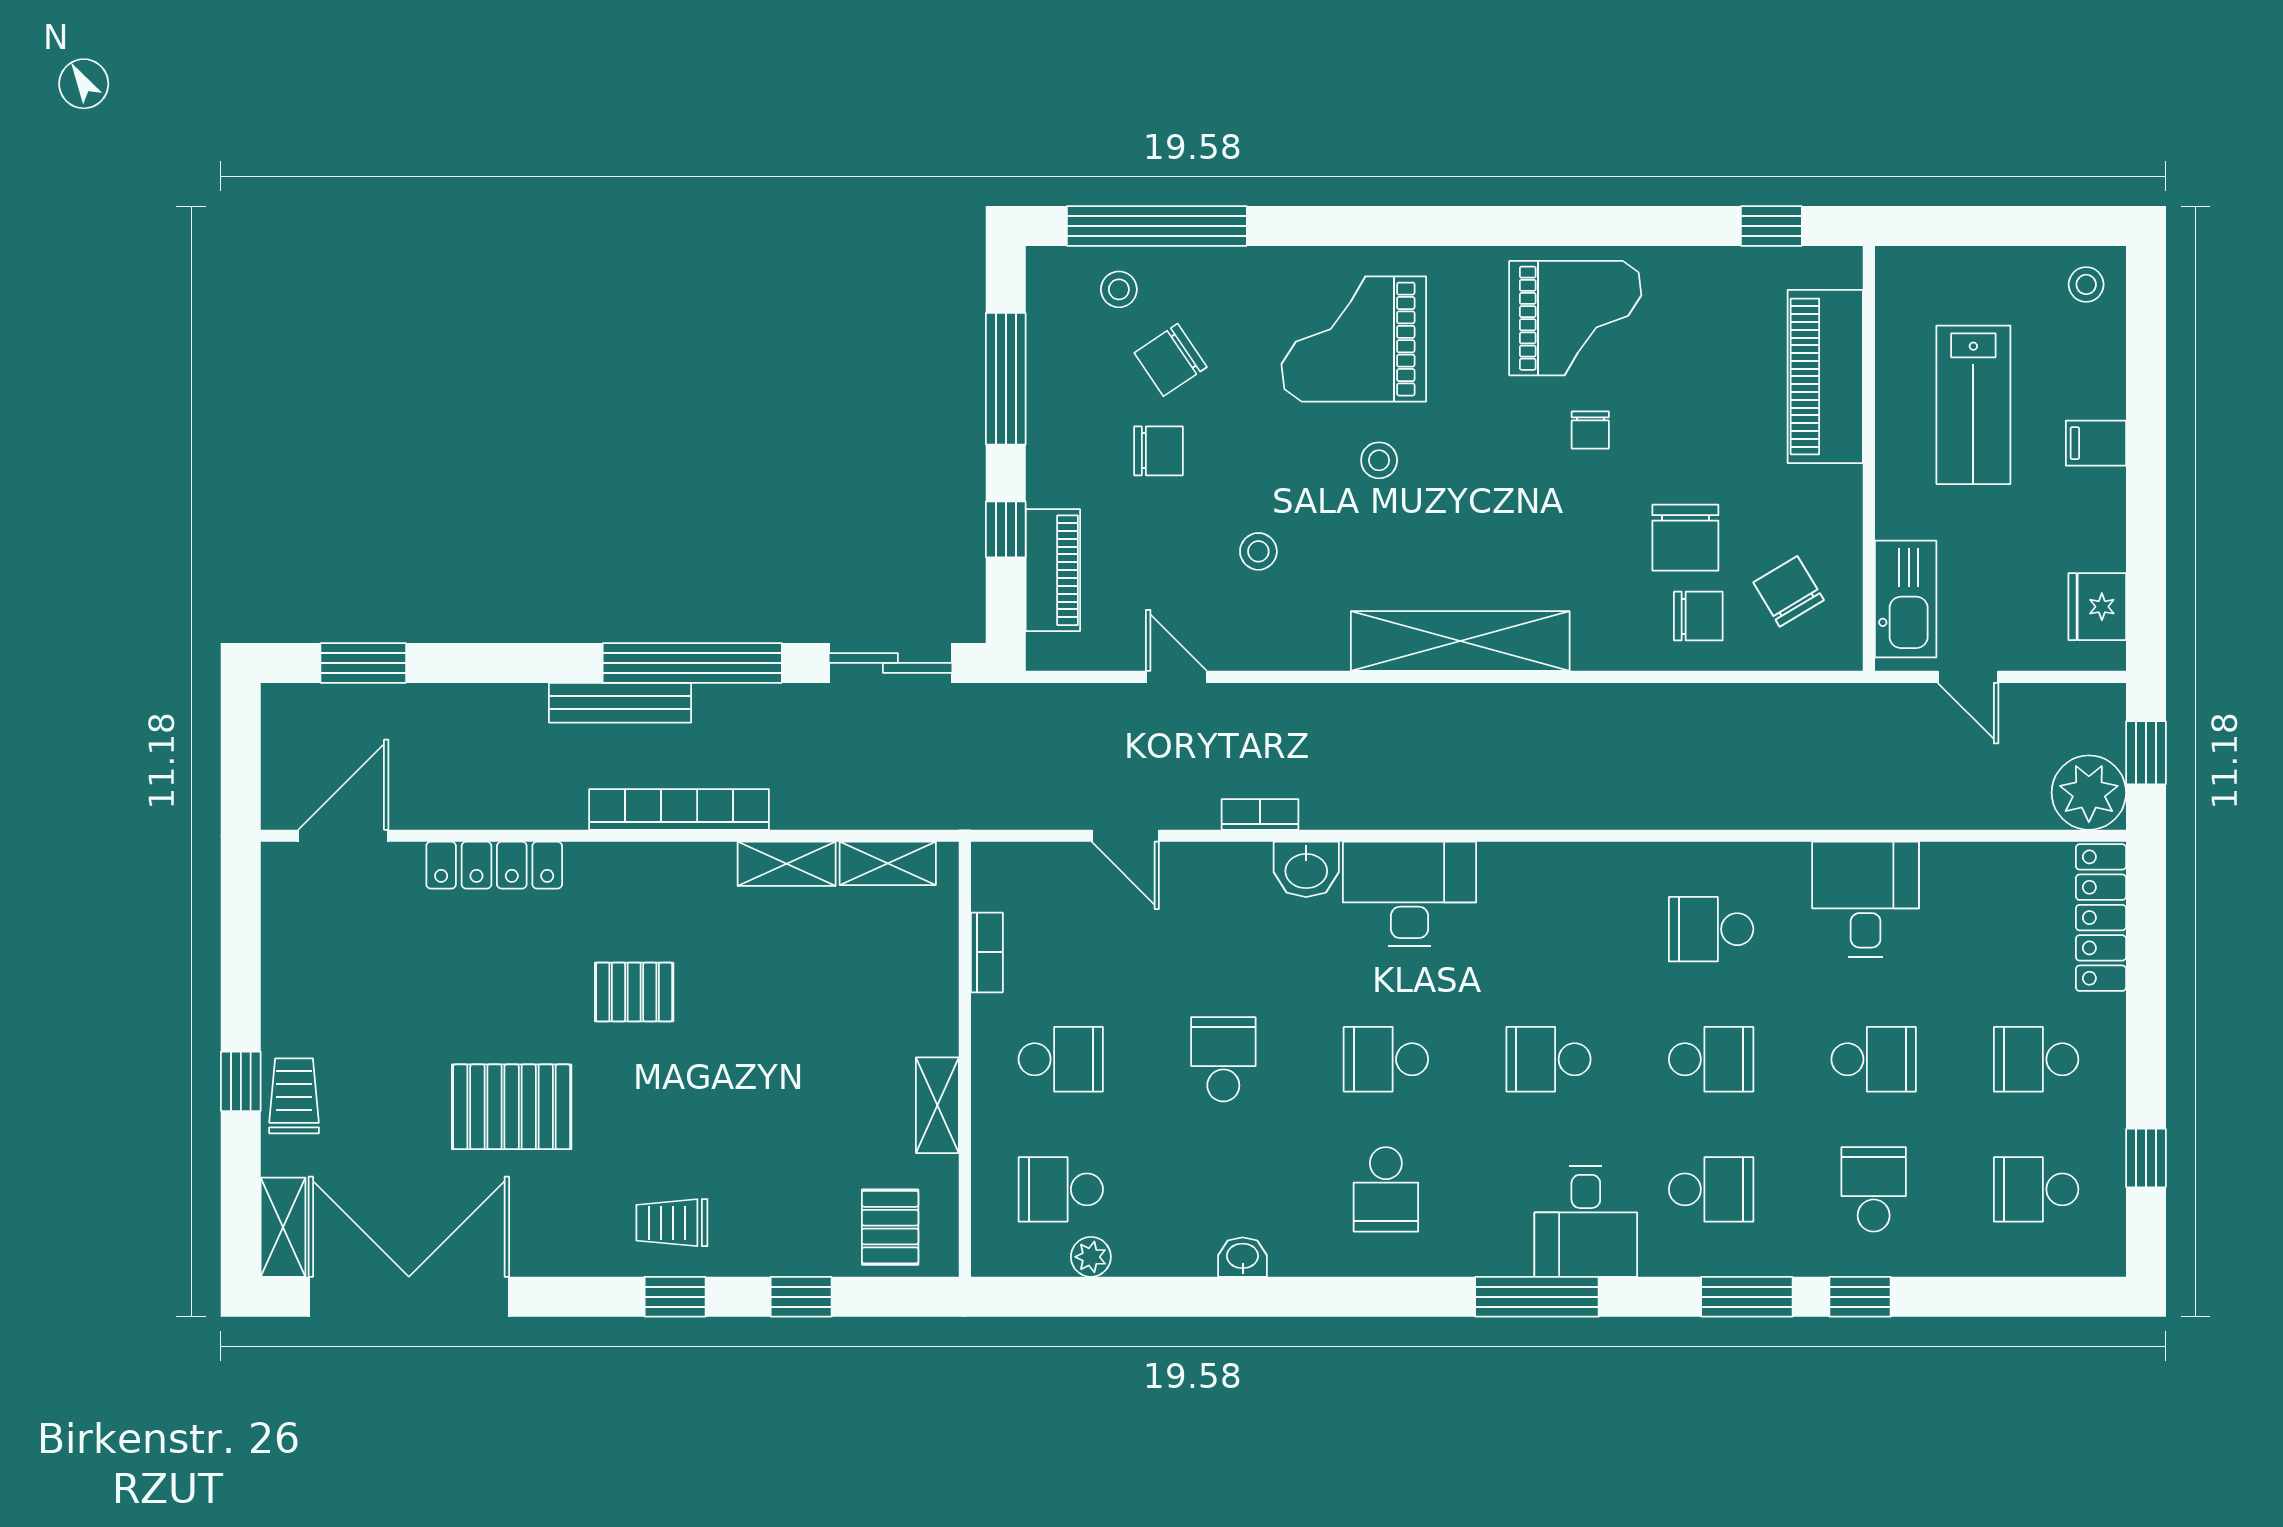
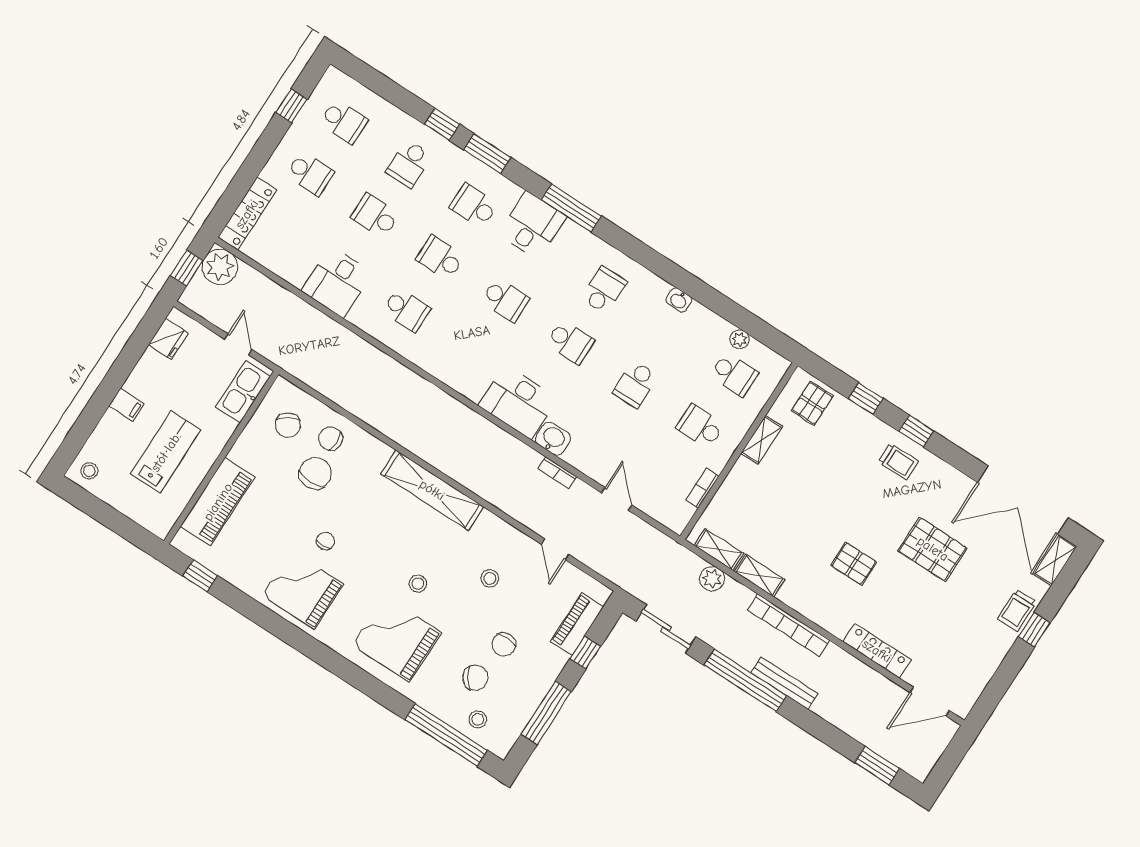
grand piano: (1354, 339) -> (397, 639), turned 180
chair: (1158, 451) -> (504, 644), turned -90
plant: (867, 804) -> (712, 579), added

